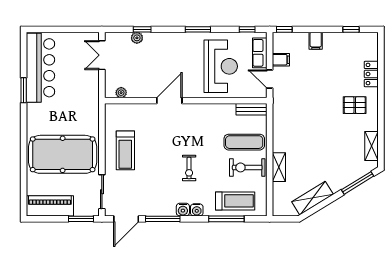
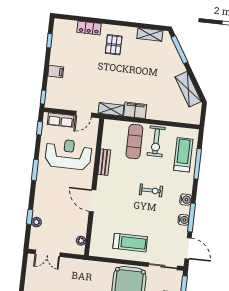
filing cabinet: (281, 60) -> (135, 110), moved, width x2.00
bench: (251, 109) -> (104, 162), moved
shelving: (279, 167) -> (111, 109), moved
water cooler: (197, 210) -> (184, 220), moved

